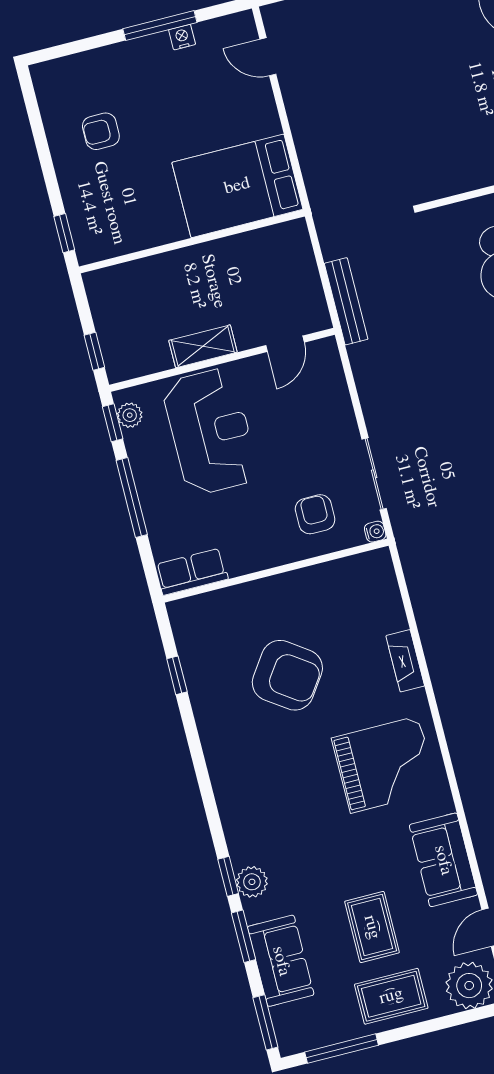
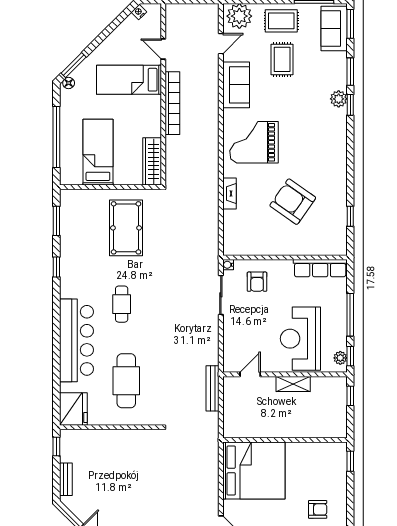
bed: (237, 186) -> (254, 470), width x1.36
row of seats: (192, 572) -> (320, 268), width x1.48
sofa: (281, 961) -> (334, 28), moved

